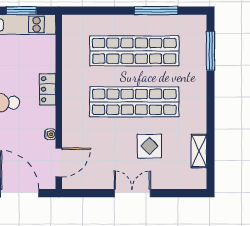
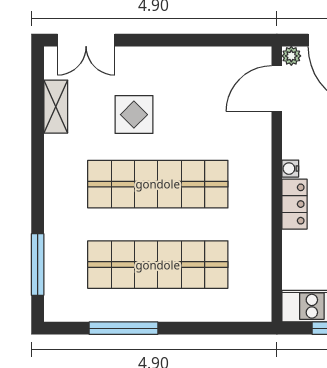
water cooler: (50, 134) -> (290, 169), moved
plant: (50, 183) -> (291, 56), added
double door: (132, 193) -> (86, 40), moved

